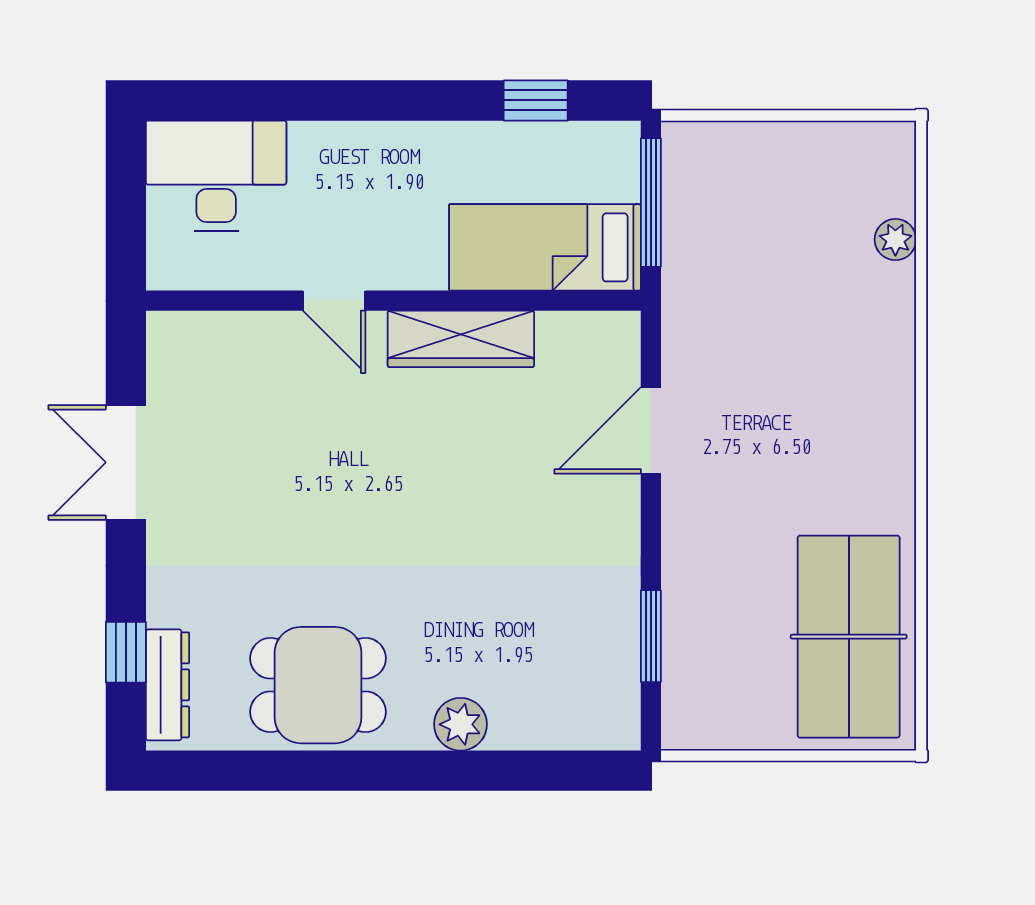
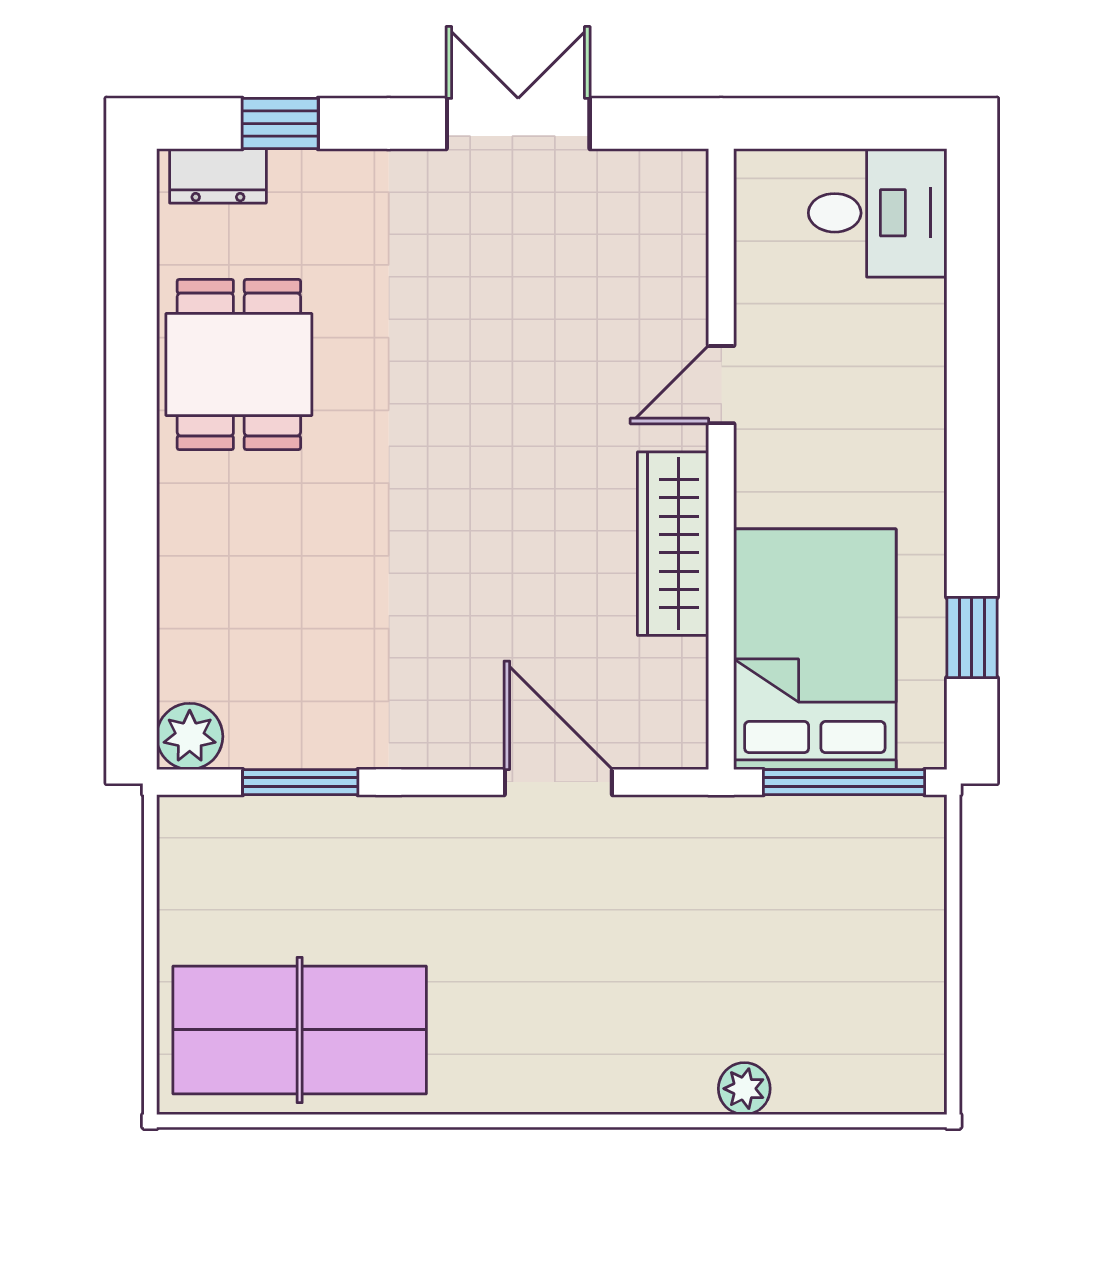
desk: (216, 176) -> (878, 213), width x0.73
plant: (895, 240) -> (744, 1089), moved
bed: (545, 247) -> (815, 649), width x1.50
dresser: (168, 685) -> (218, 176), width x0.70
plant: (460, 724) -> (190, 736), moved

